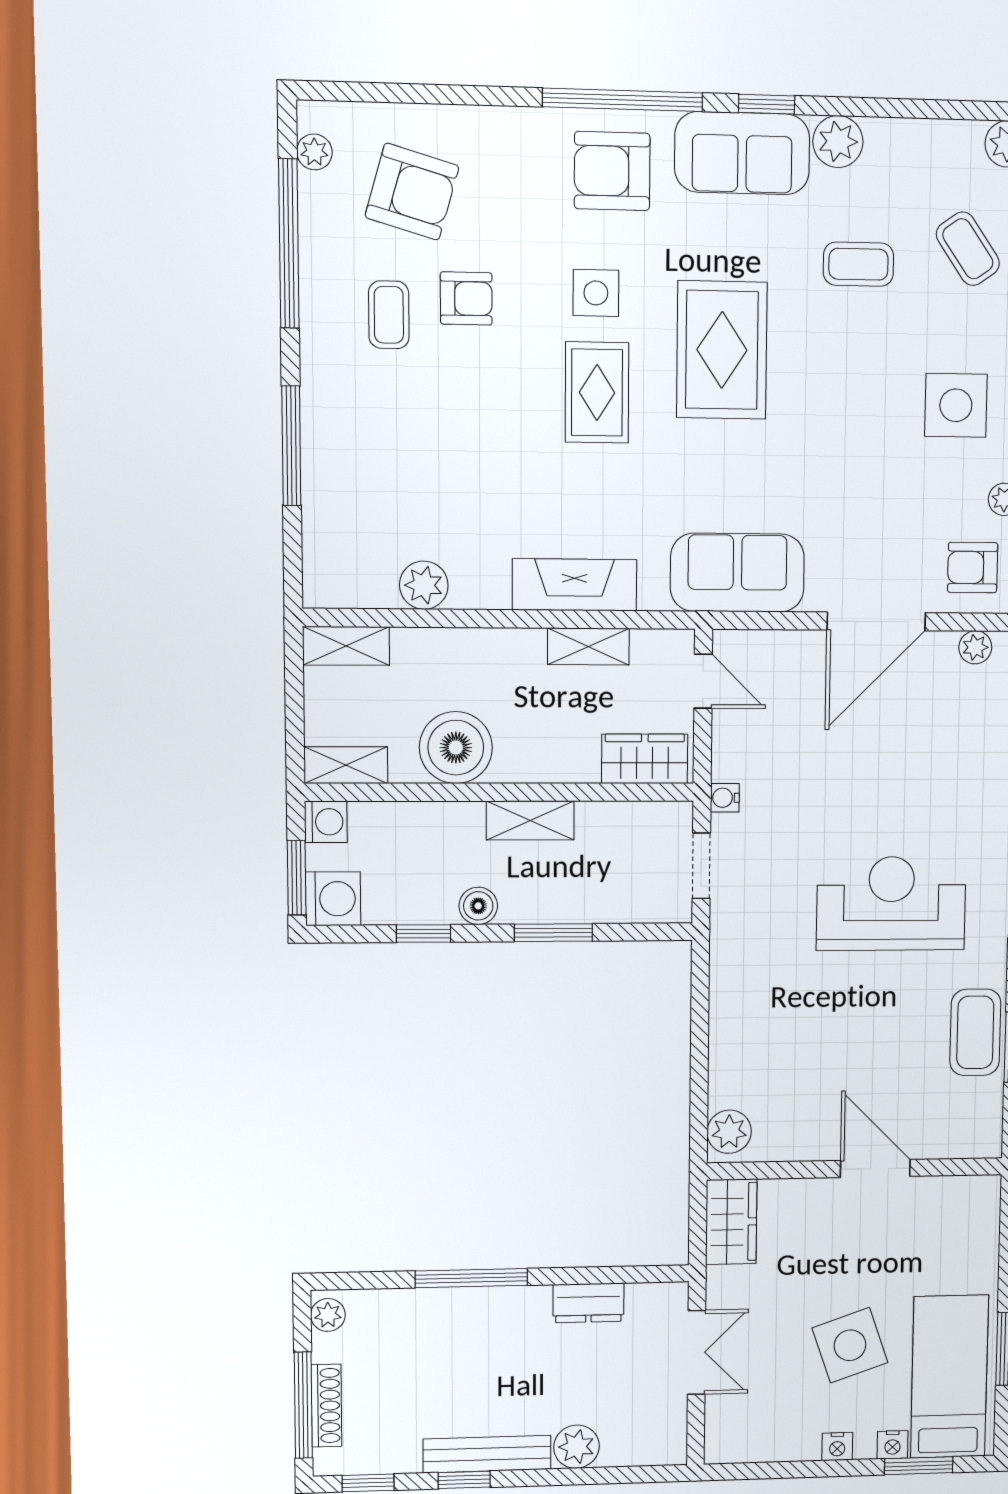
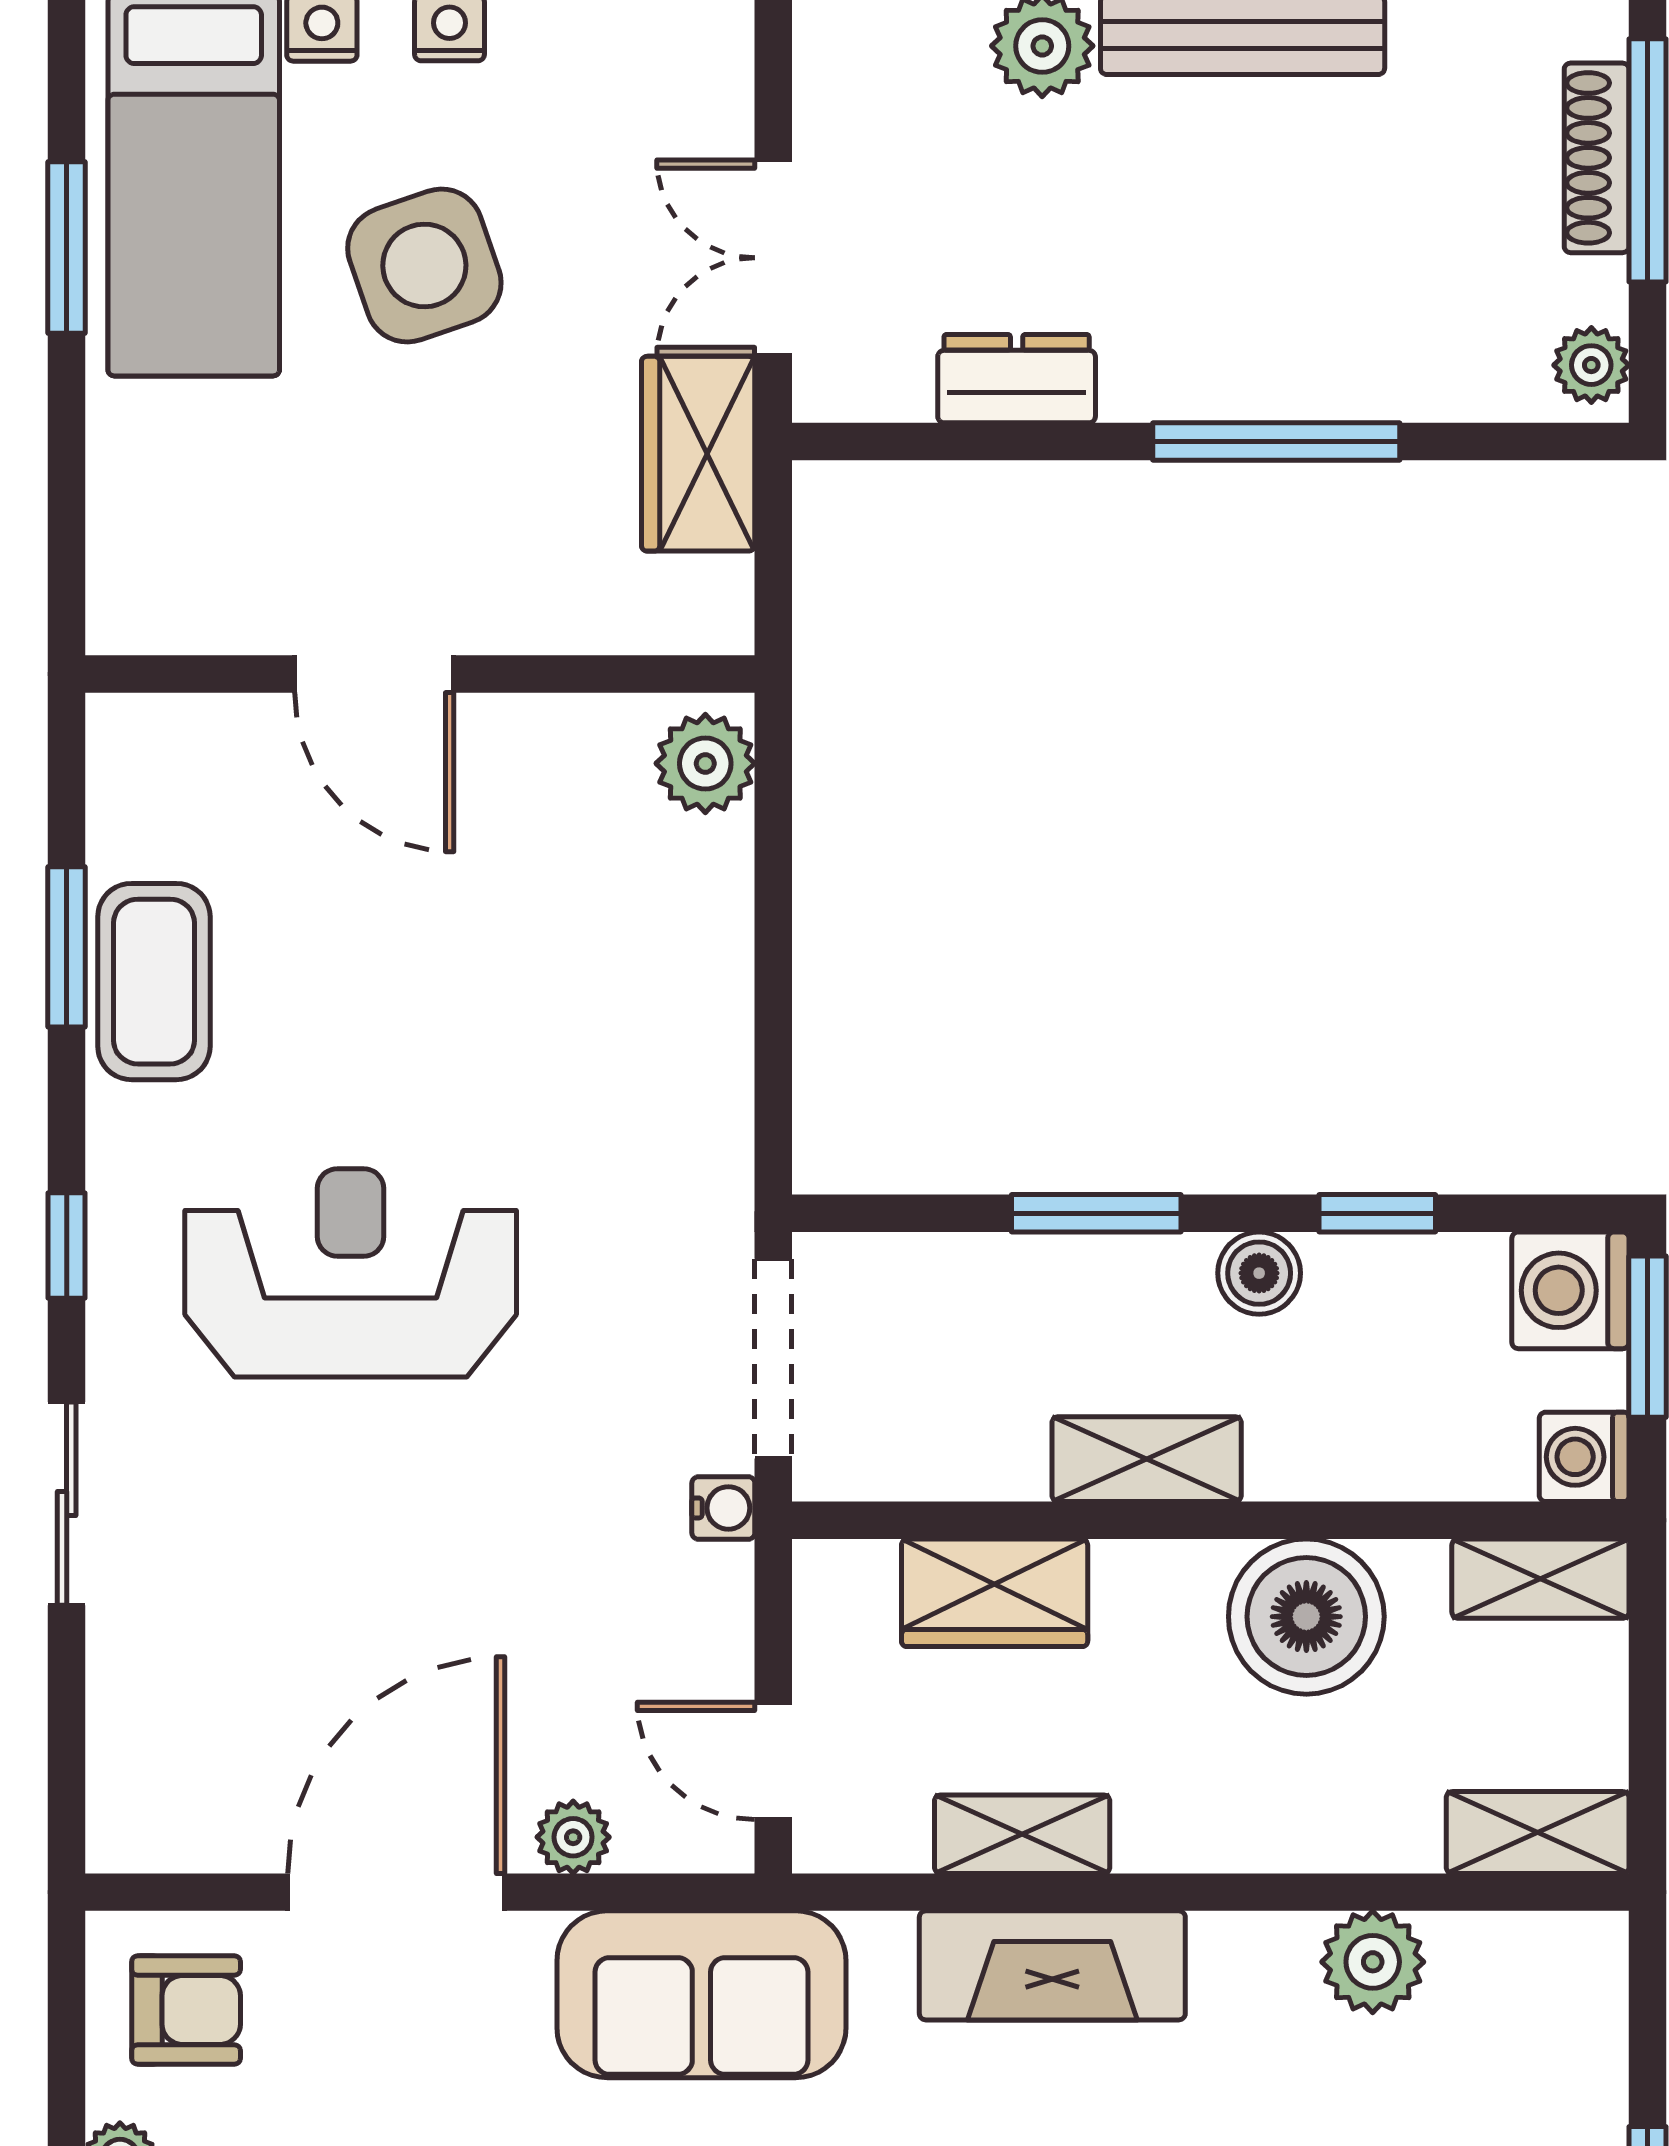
plant: (975, 647) -> (573, 1837), moved
wardrobe: (645, 759) -> (995, 1593), moved
doorway: (701, 866) -> (773, 1359), width x1.38
reception desk: (891, 904) -> (351, 1273), turned 180
wardrobe: (731, 1222) -> (698, 454), moved

